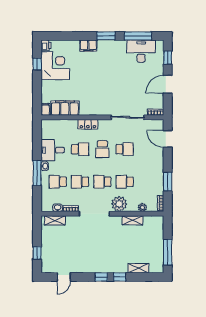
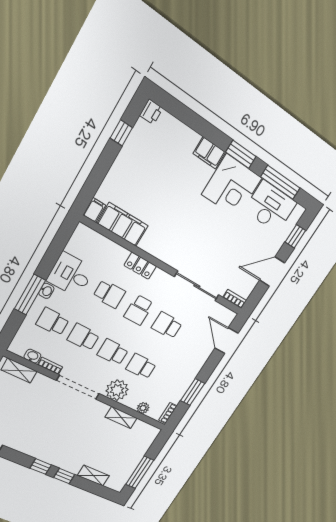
corner desk: (55, 66) -> (232, 186), moved, turned 90
school desk: (125, 149) -> (167, 325), turned 180

